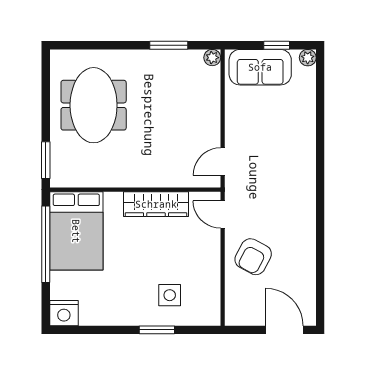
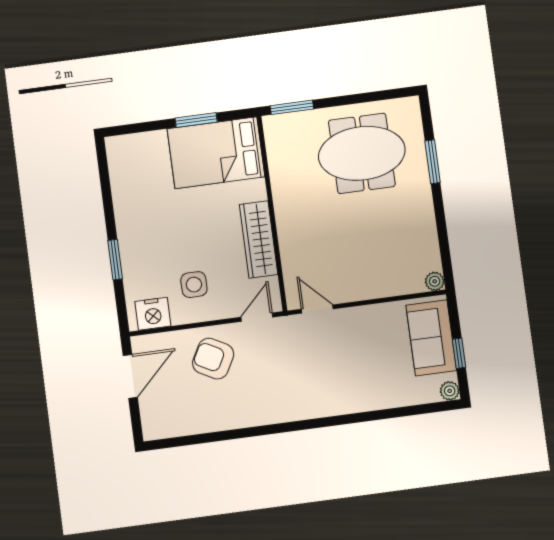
window: (169, 45) -> (433, 162), moved
window: (46, 244) -> (196, 120), width x0.47
side table: (170, 295) -> (194, 285), moved
nightstand: (64, 313) -> (153, 314), moved, turned -90
door: (284, 330) -> (130, 376), moved

